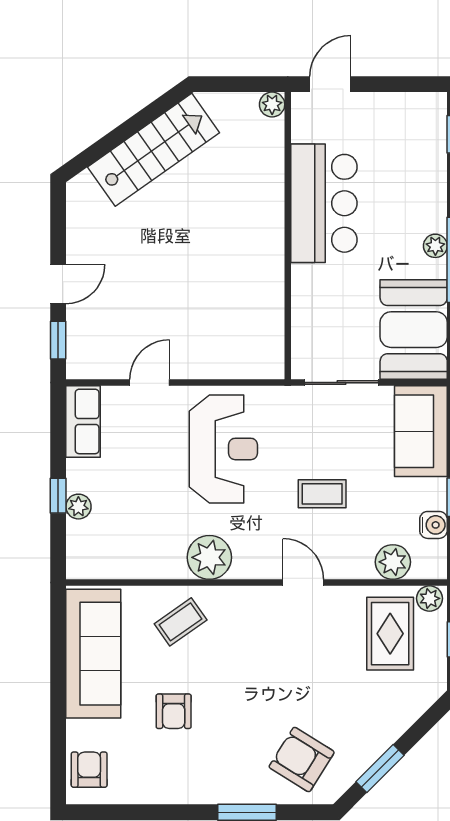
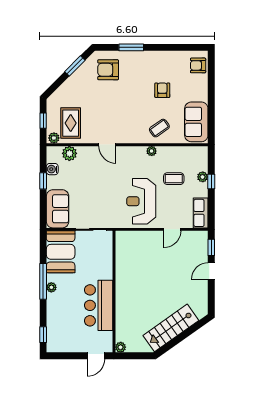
coffee table: (322, 494) -> (174, 179), moved
plant: (209, 557) -> (152, 151), width x0.53, depth x0.53
sofa: (93, 654) -> (196, 122), width x0.73
armchair: (302, 760) -> (108, 70), turned 148
armchair: (89, 770) -> (198, 65), turned 90

